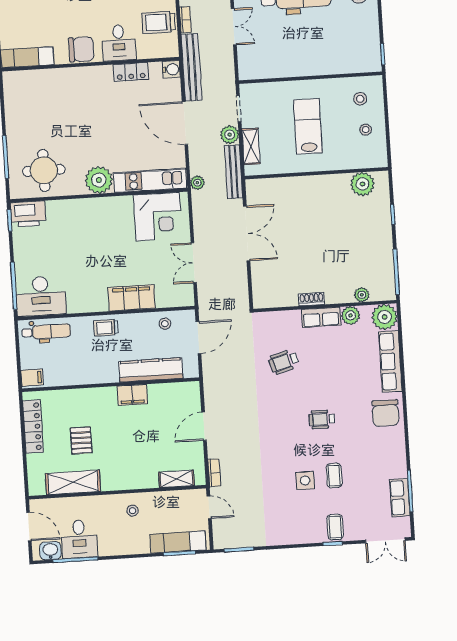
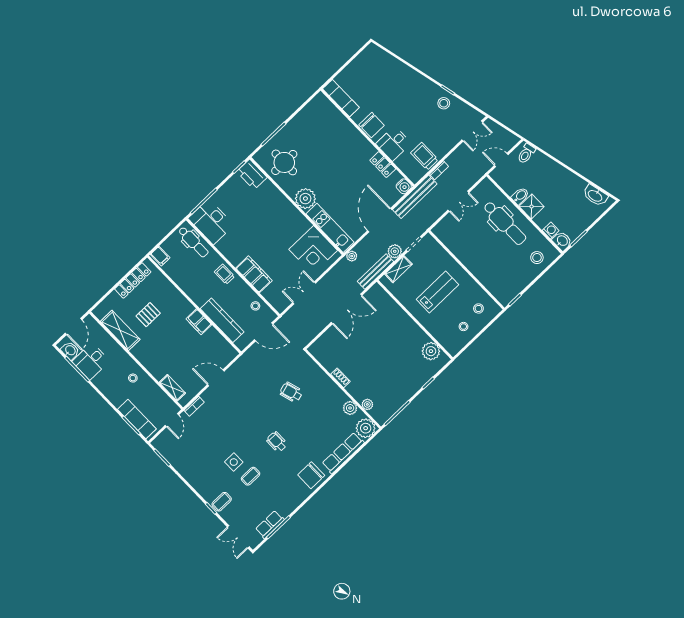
row of seats: (321, 317) -> (335, 392), removed

